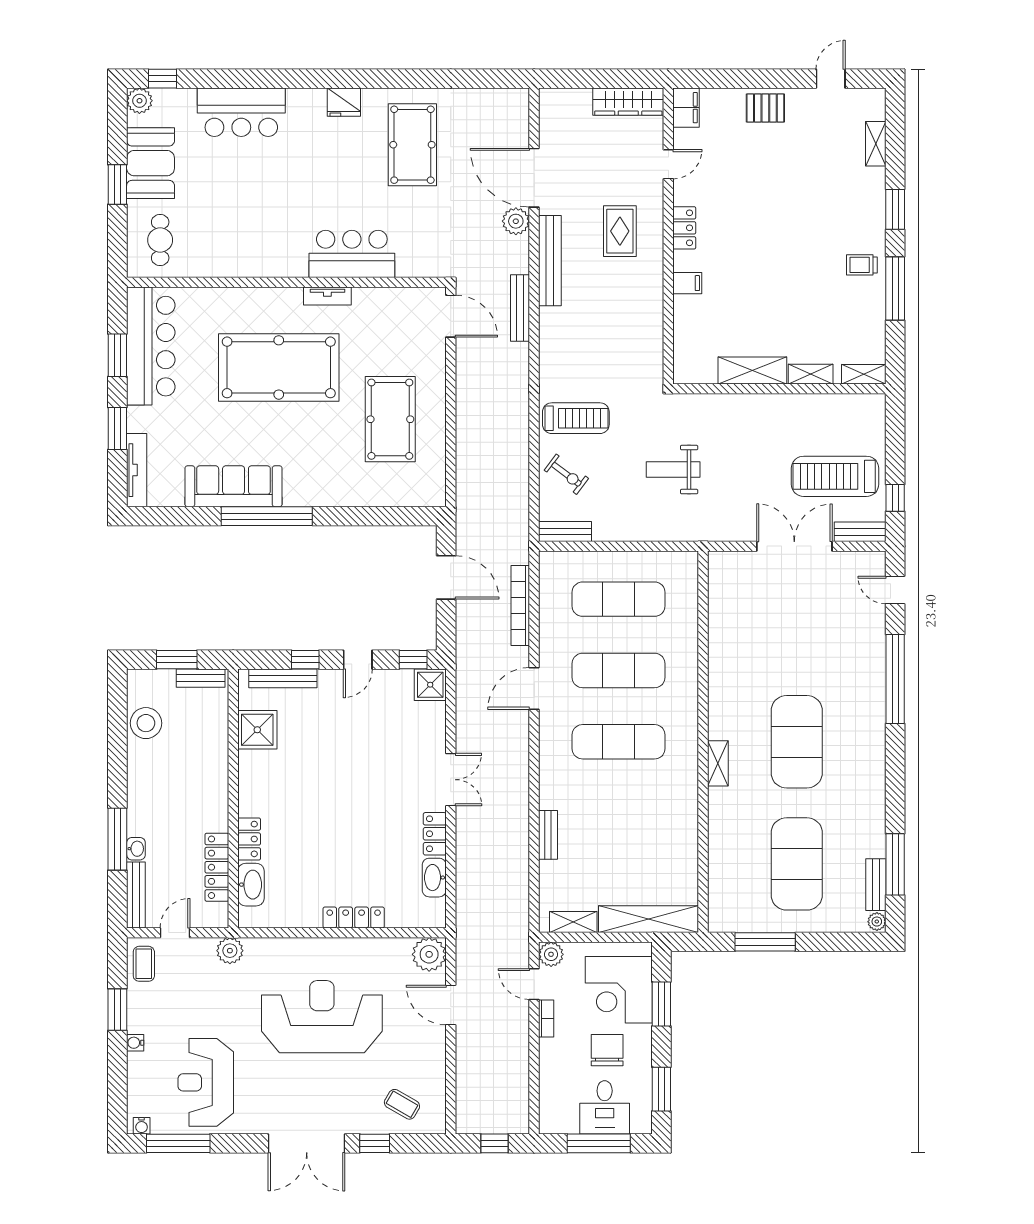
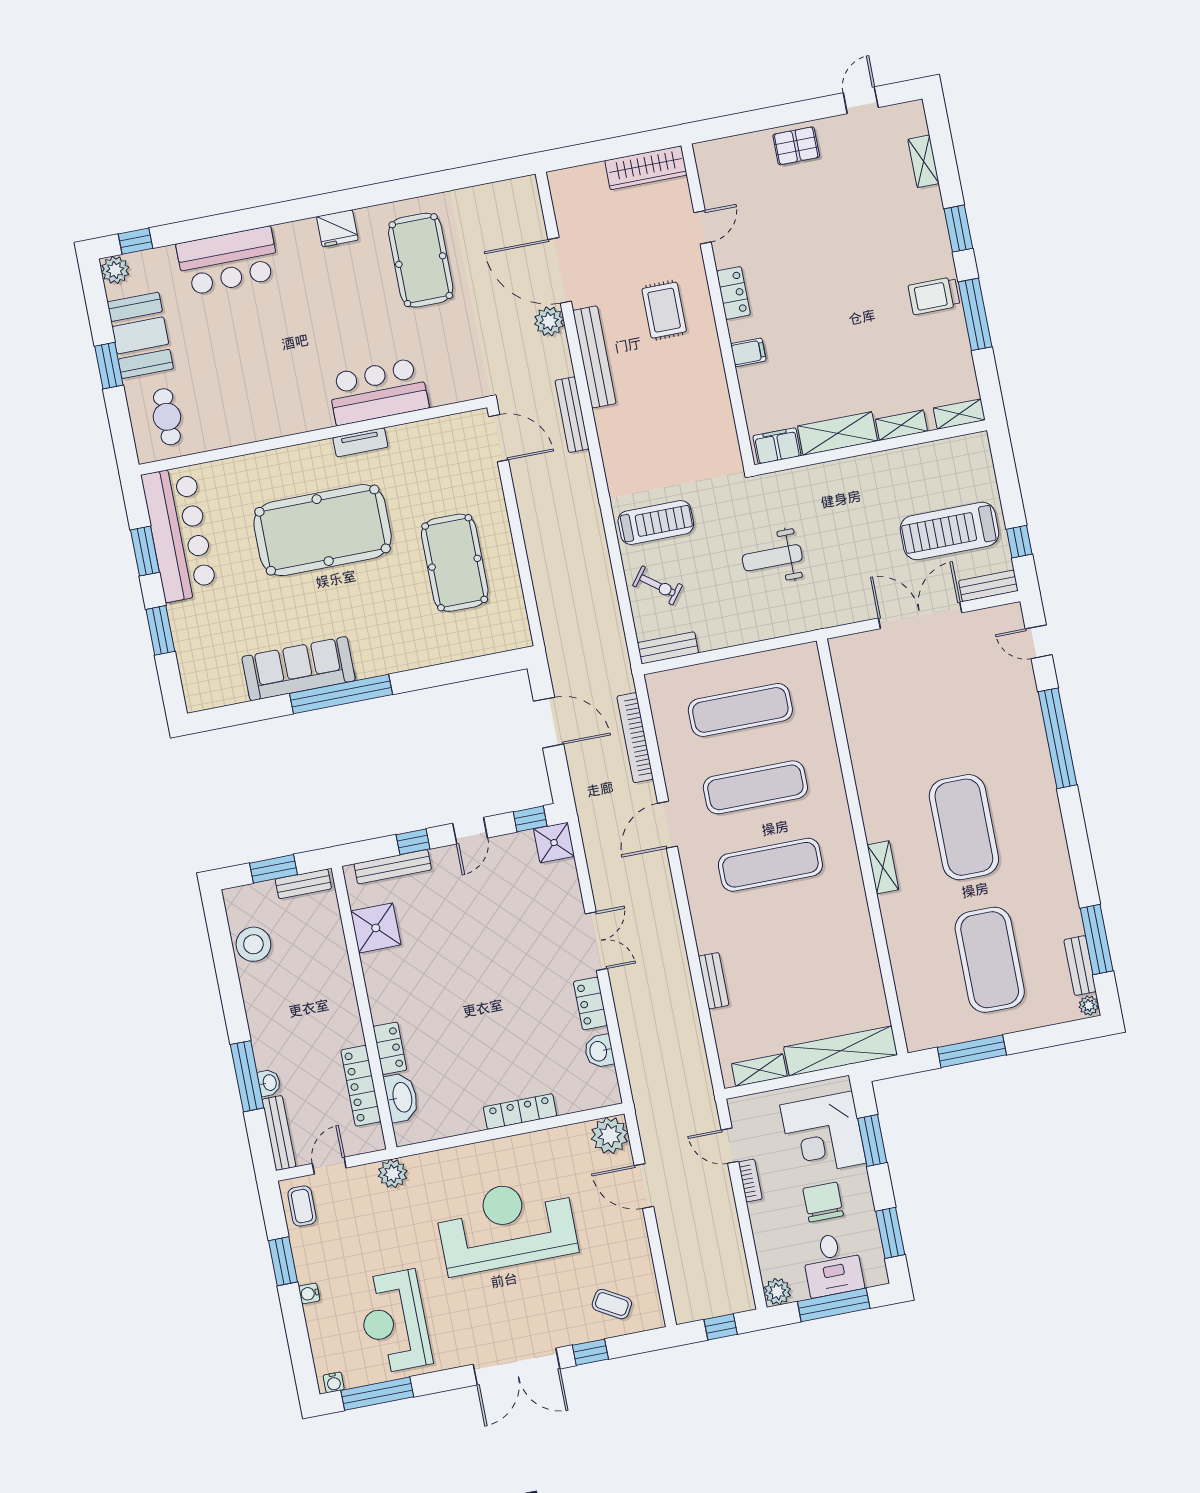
filing cabinet: (686, 108) -> (777, 446), moved, turned -90
trolley: (862, 265) -> (934, 296), width x1.36, depth x1.39
tv unit: (137, 470) -> (190, 672), removed
washbasin: (434, 878) -> (599, 1051), width x0.72
plant: (551, 954) -> (777, 1292), moved

